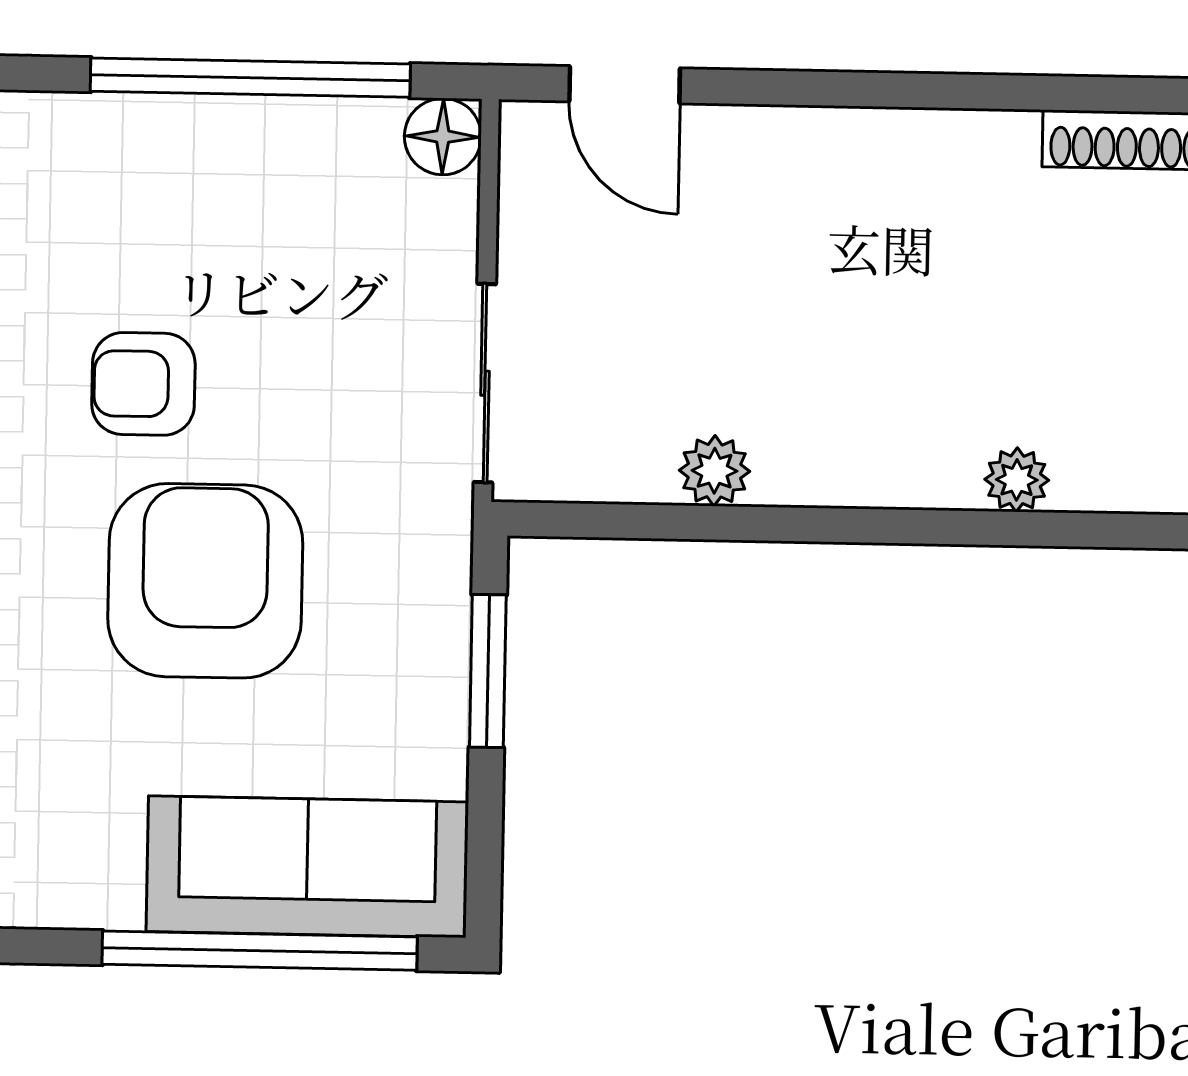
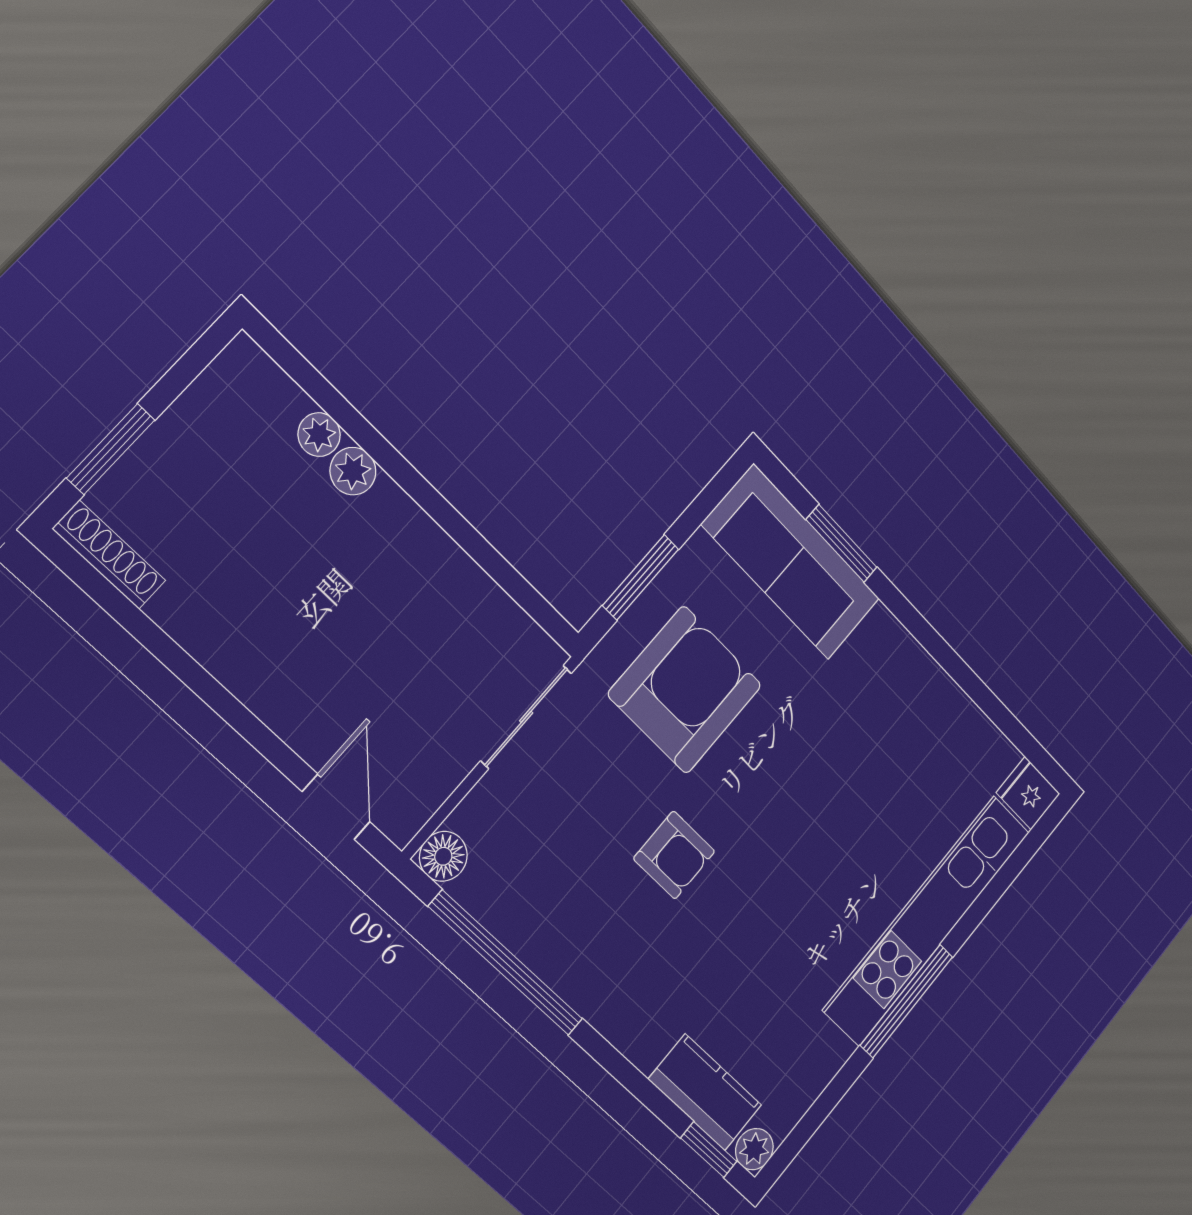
plant: (714, 471) -> (353, 471), moved
armchair: (205, 581) -> (685, 690), moved, turned 180
window: (260, 951) -> (842, 543), width x0.47

